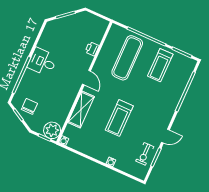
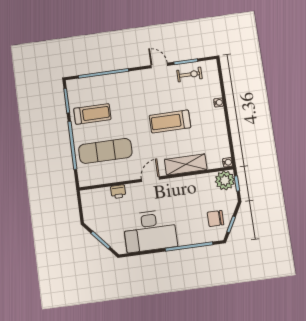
desk: (42, 62) -> (150, 231), width x1.87, depth x1.30
treadmill: (119, 118) -> (170, 121), turned 180

